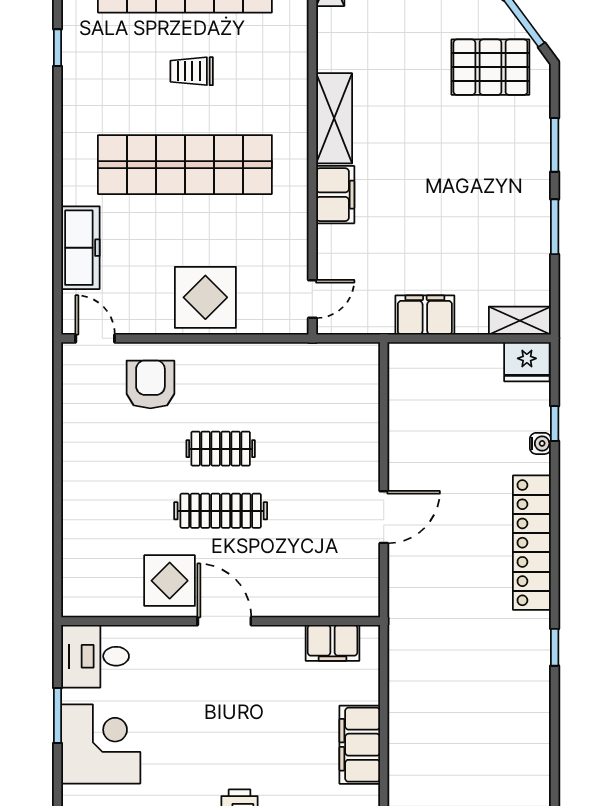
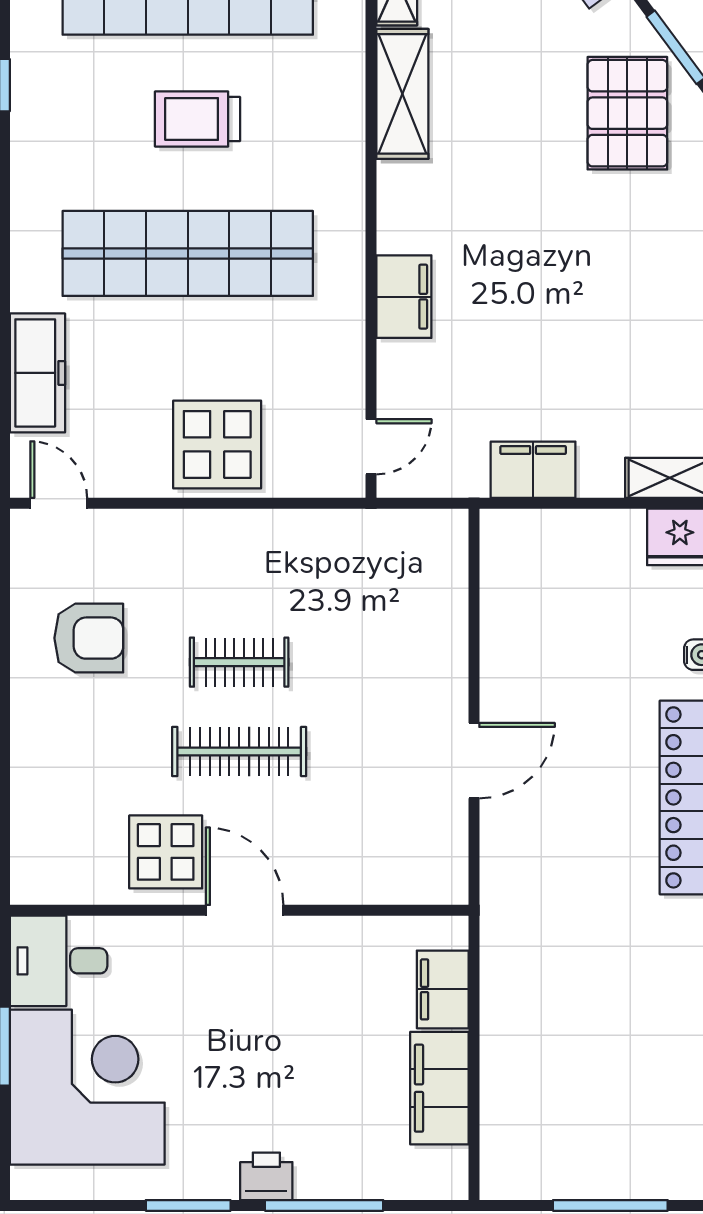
pallet: (490, 67) -> (627, 113), turned 90
trolley: (192, 71) -> (198, 119), width x1.36, depth x1.39
shelving: (334, 118) -> (402, 94), moved
armchair: (150, 384) -> (89, 638), moved, turned 90
filing cabinet: (332, 643) -> (443, 989), moved, turned 90
corner desk: (101, 744) -> (87, 1087), width x1.36, depth x1.36

